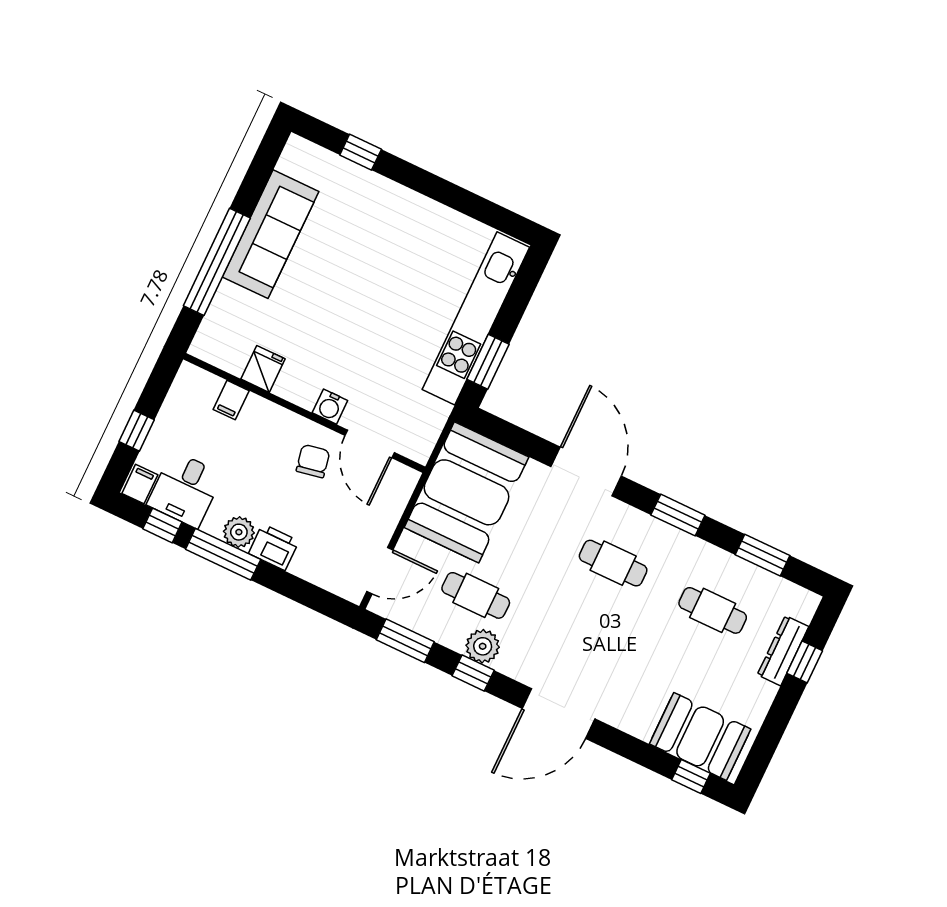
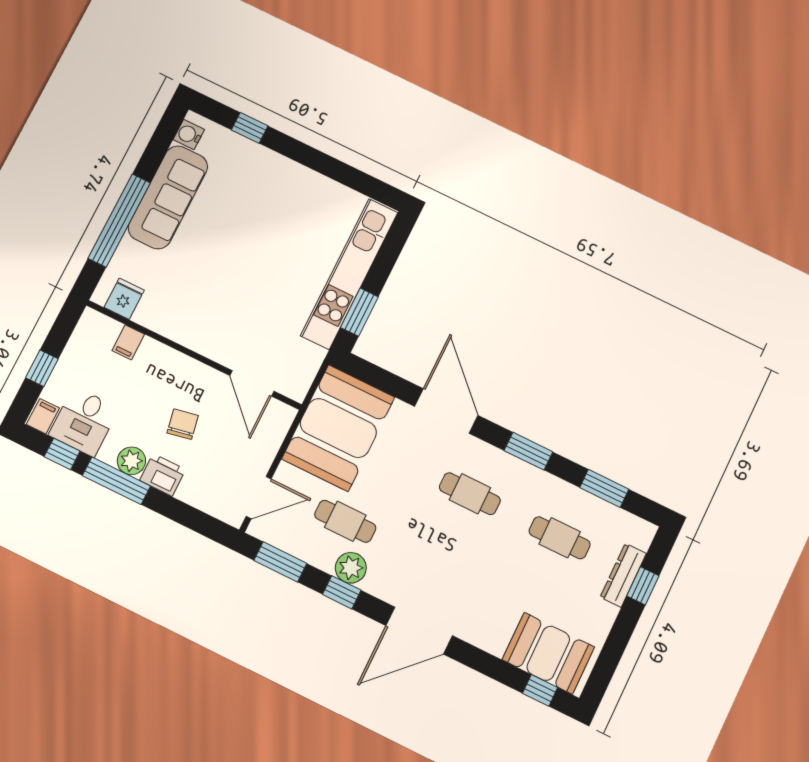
fridge: (263, 369) -> (124, 299), moved
water cooler: (330, 407) -> (189, 135), moved, turned 90
chair: (313, 461) -> (183, 424), moved

